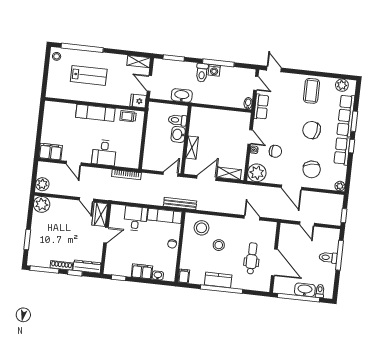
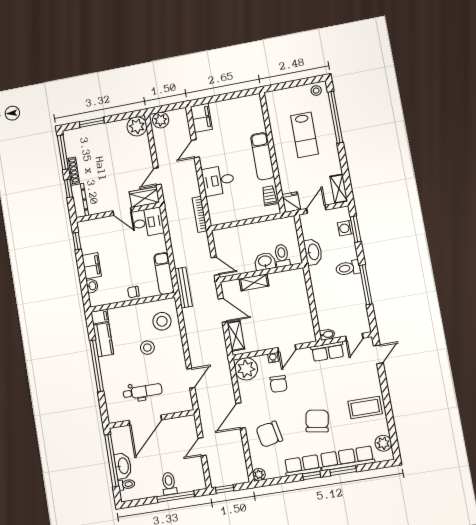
washing machine: (214, 70) -> (345, 228), moved
desk: (135, 219) -> (148, 222), moved
kitchen counter: (218, 280) -> (103, 340), moved

